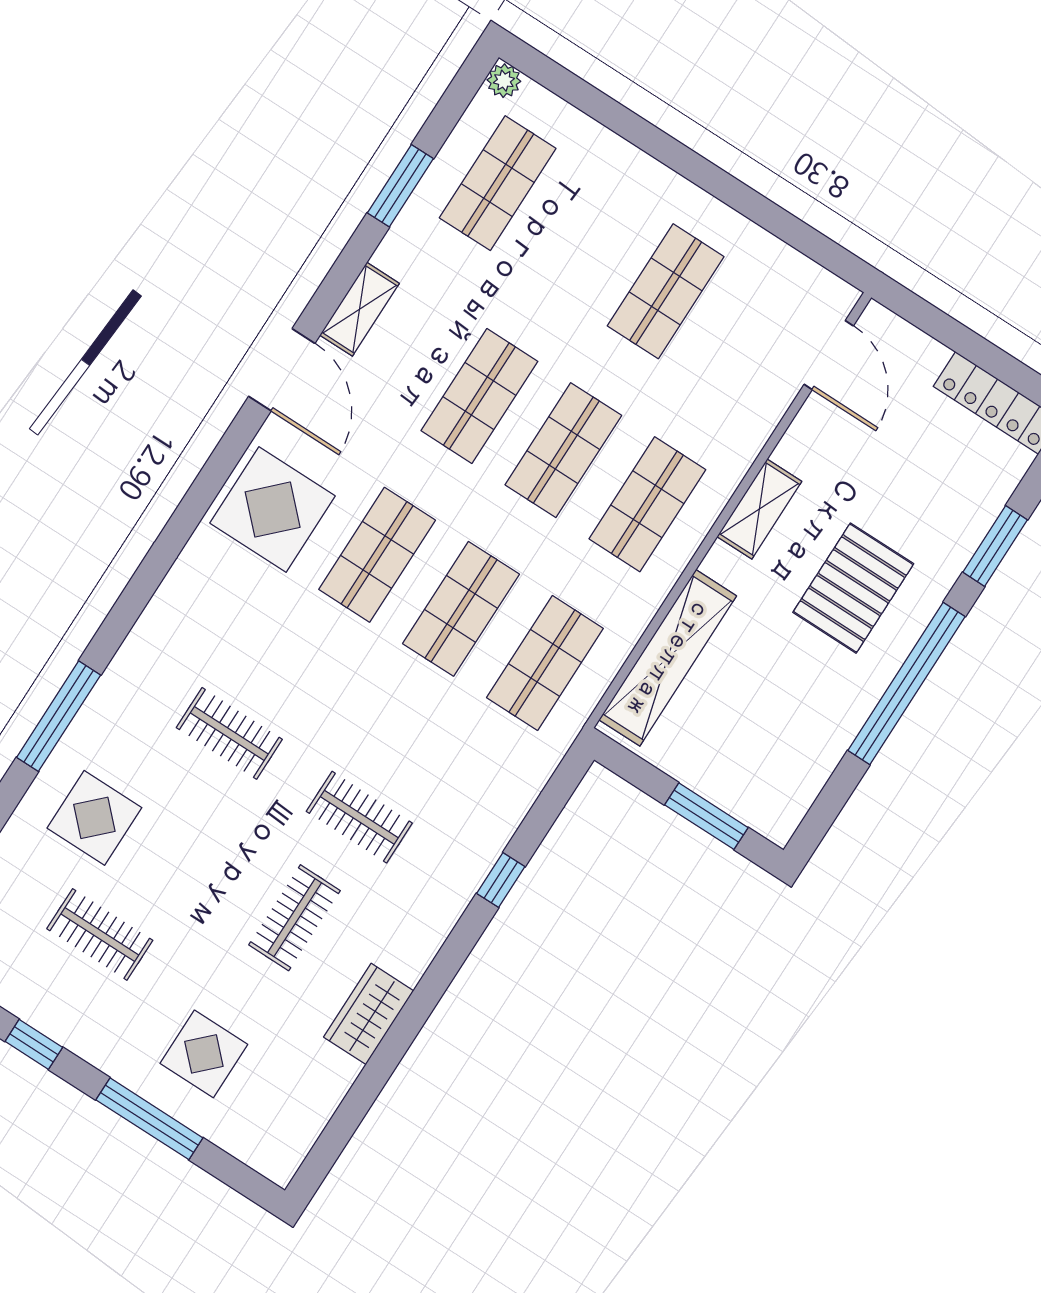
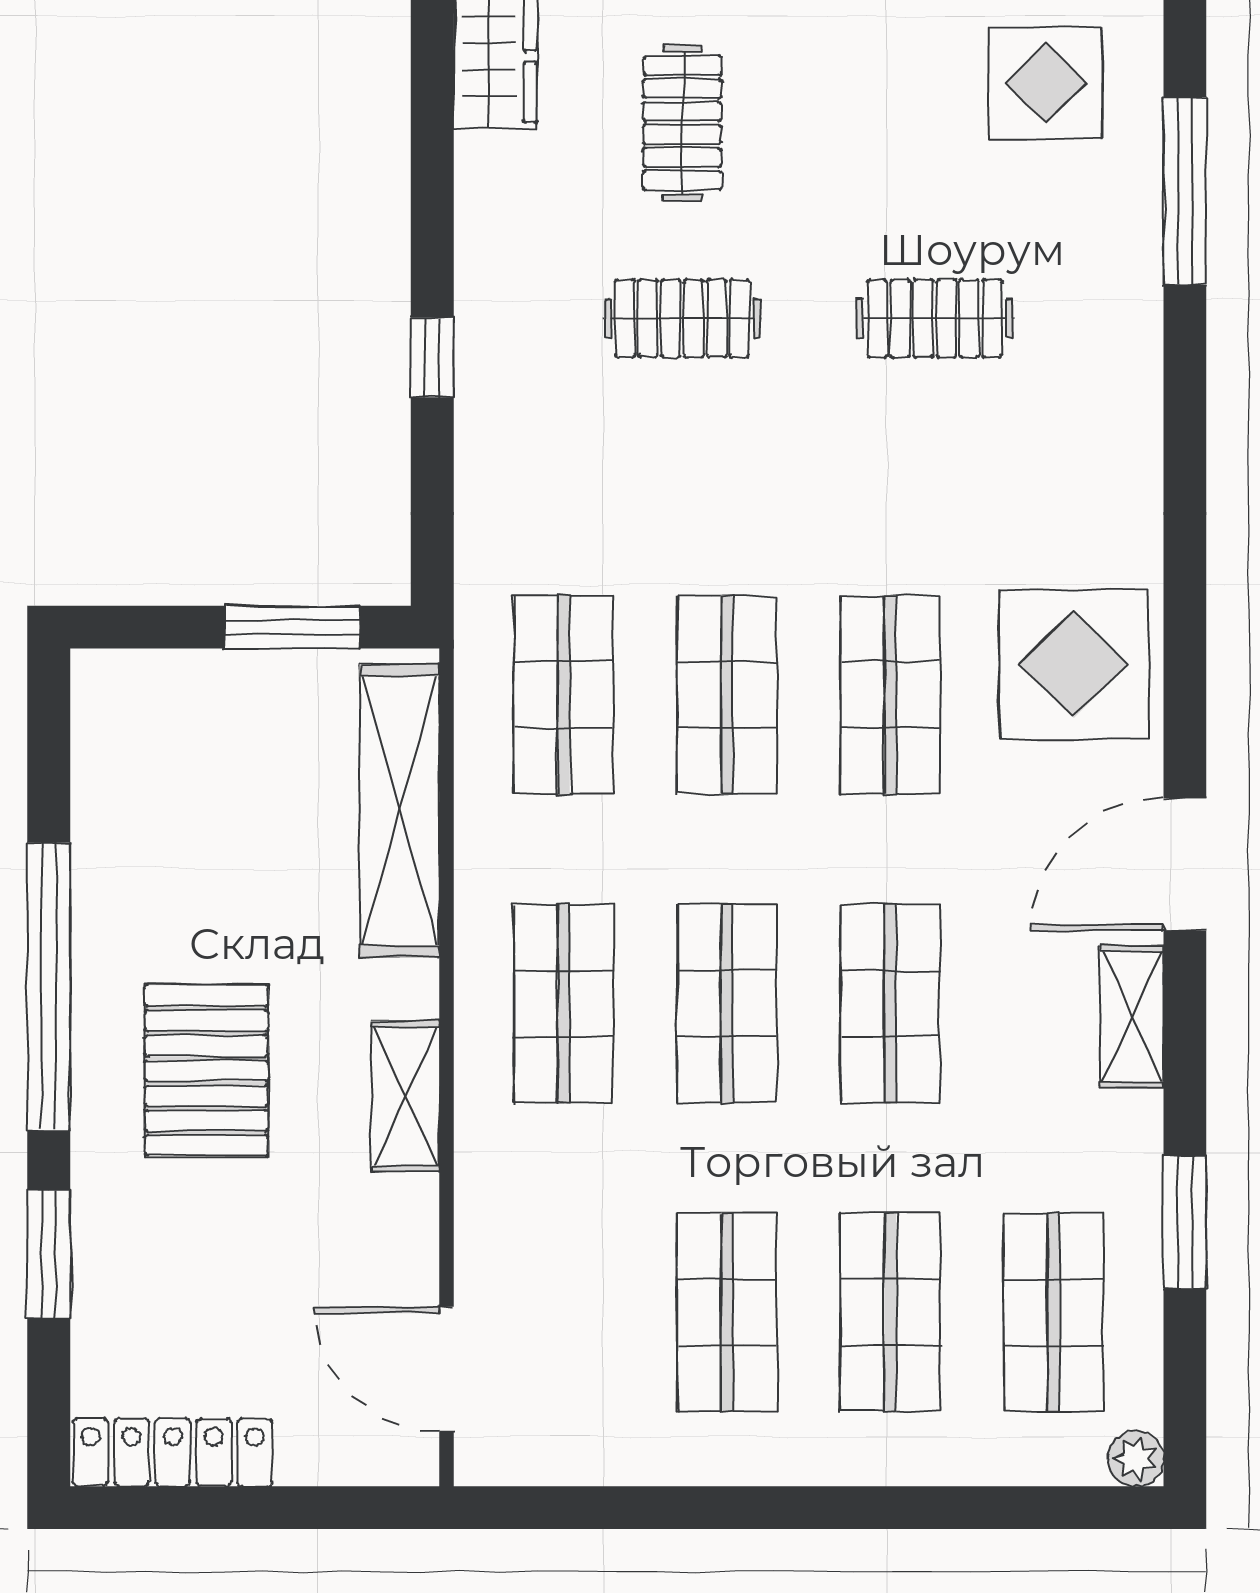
shop shelf: (582, 237) -> (890, 1312), added
door: (282, 370) -> (1185, 864), hinge flipped
window: (706, 816) -> (292, 627), moved

